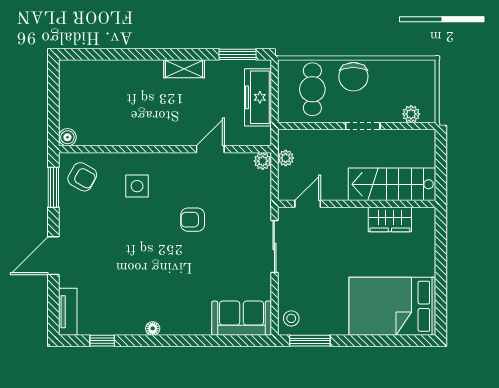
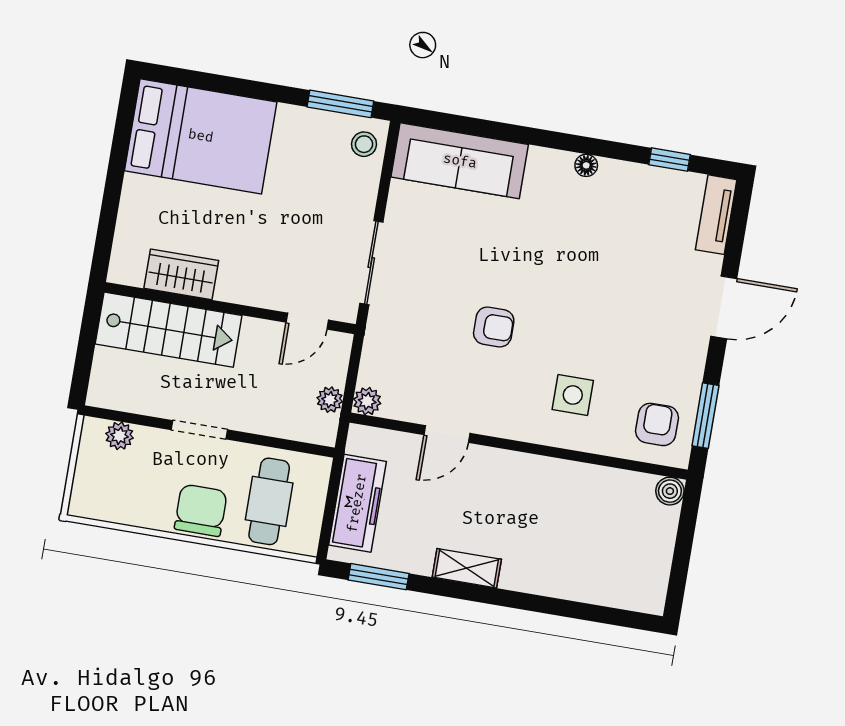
armchair: (82, 177) -> (657, 424), turned 61
sofa: (242, 318) -> (460, 161), width x1.36

